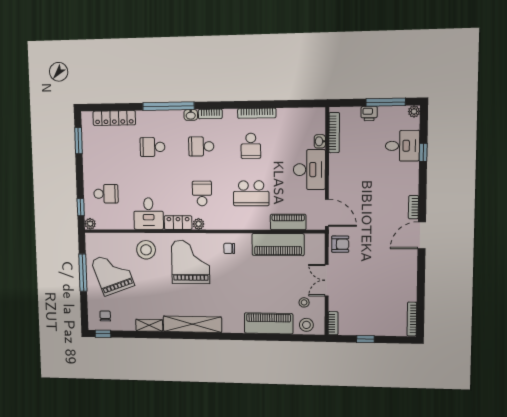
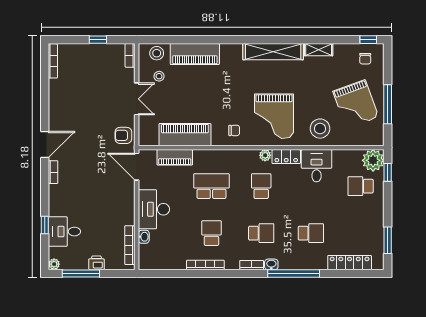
school desk: (202, 193) -> (261, 186), turned 180
plant: (90, 224) -> (373, 160), width x1.87, depth x1.87

